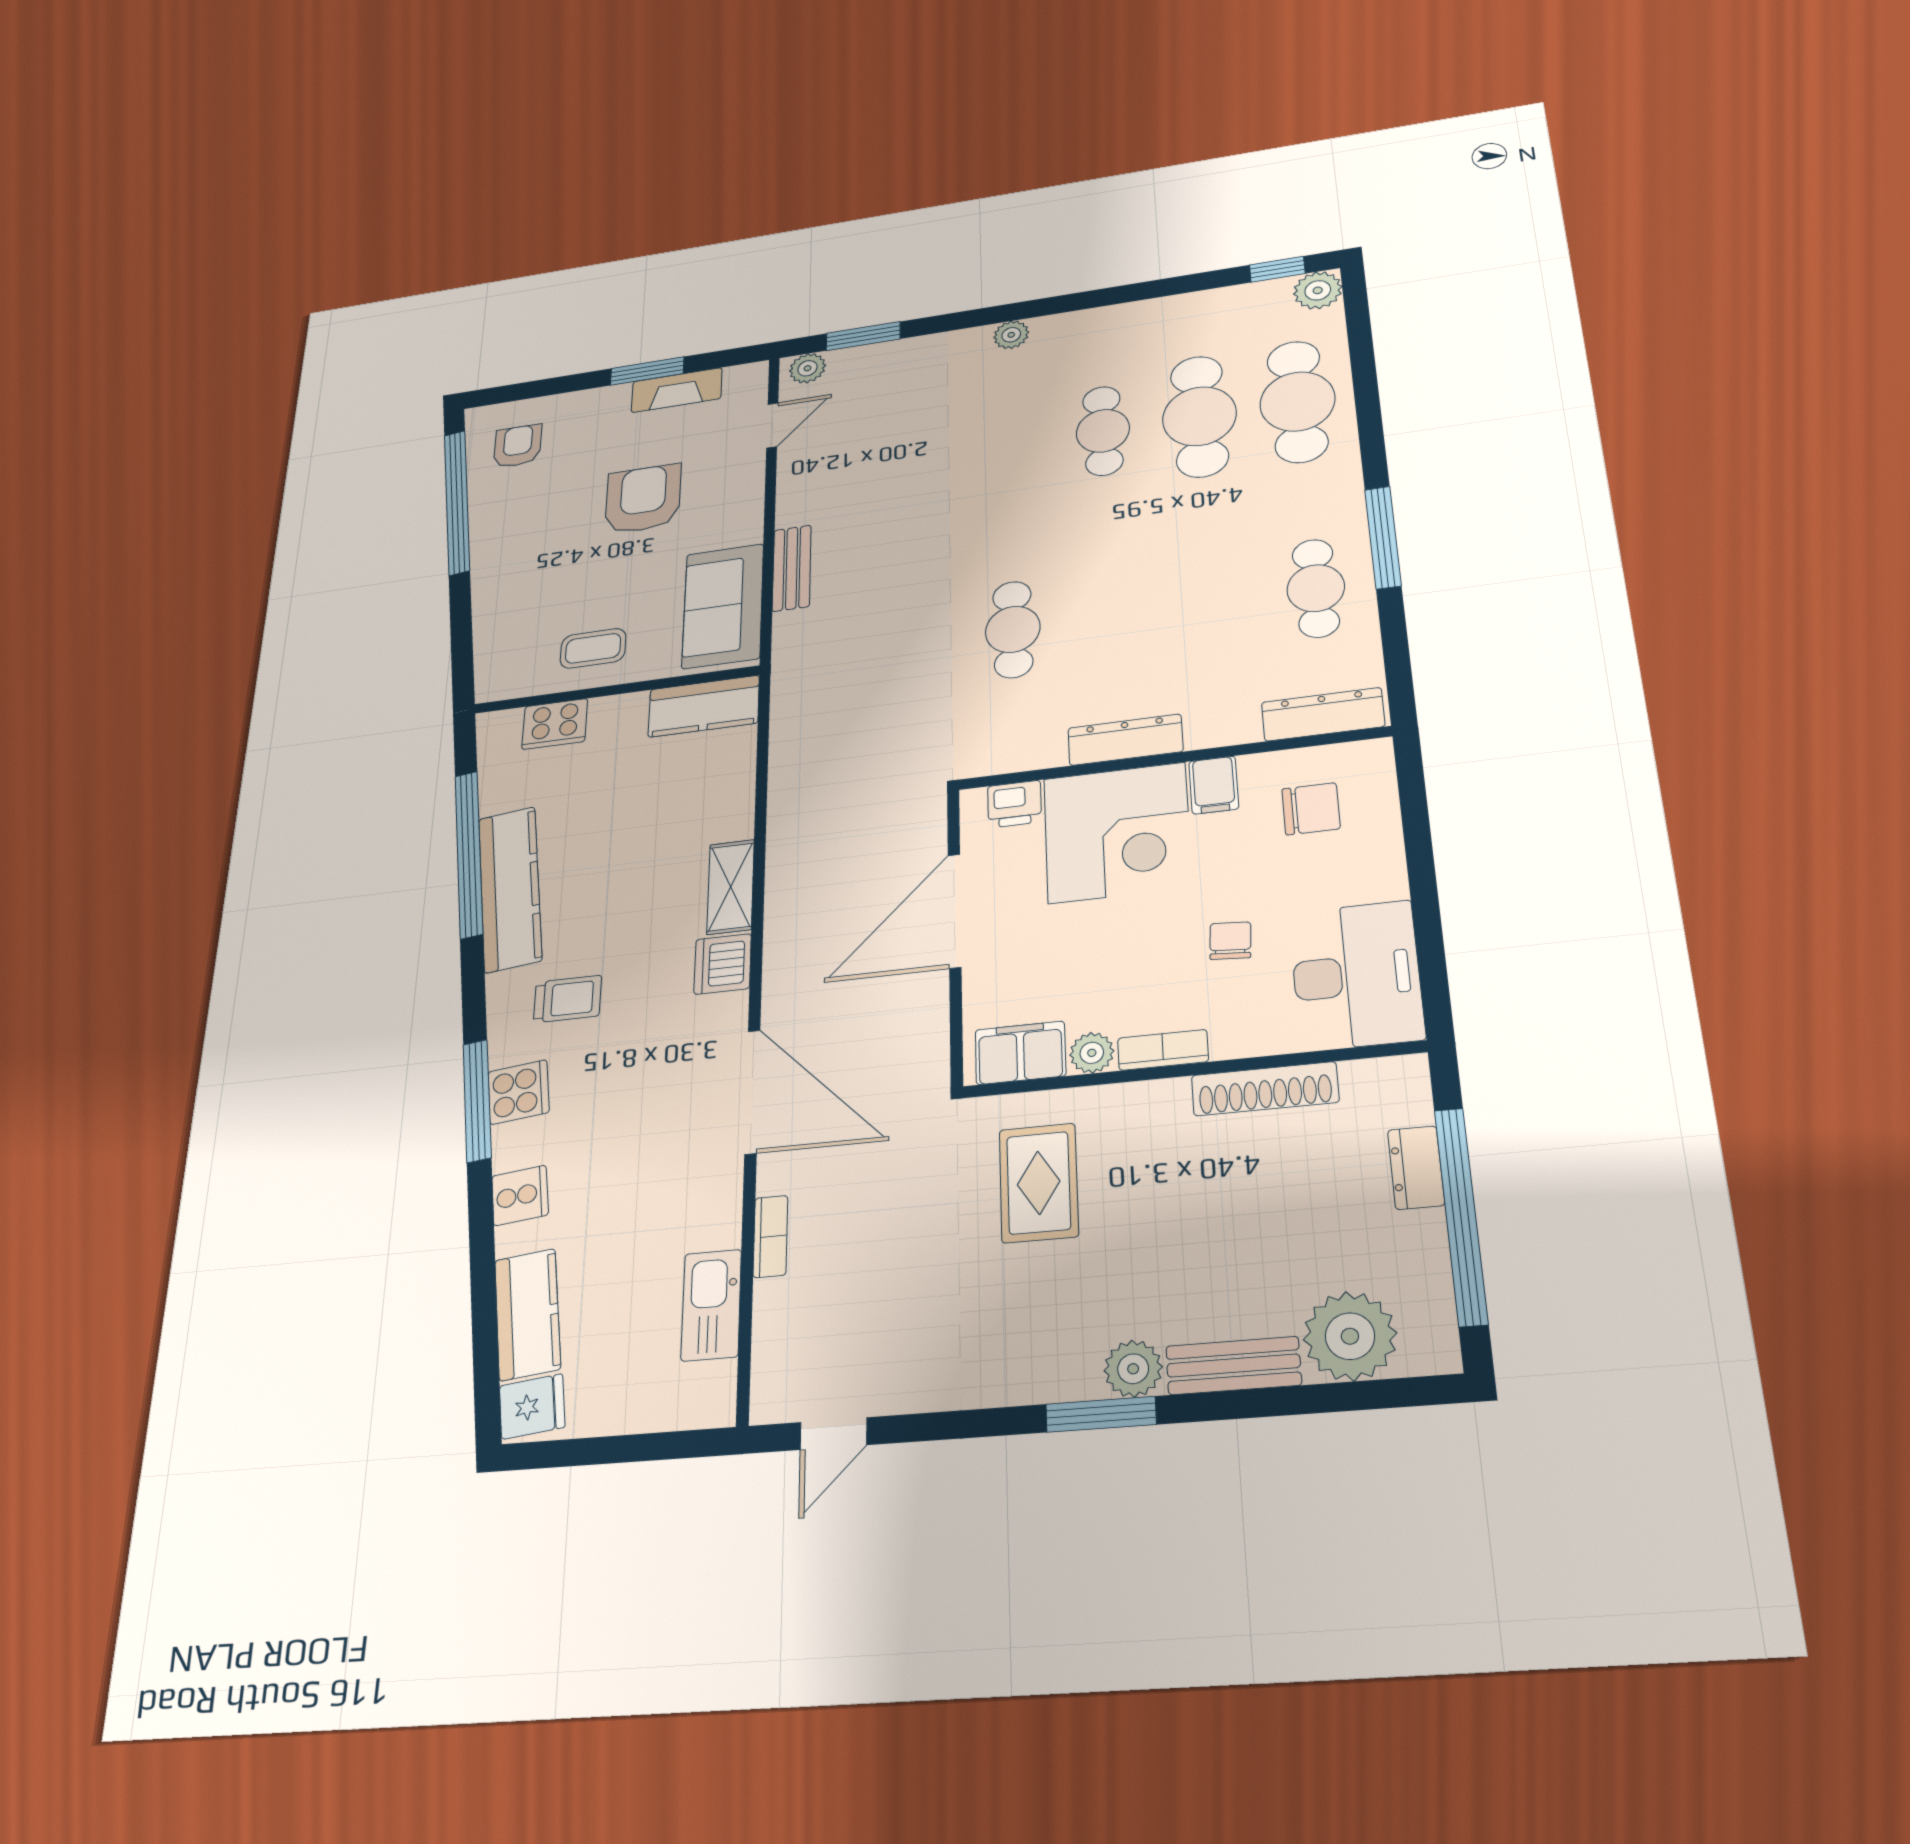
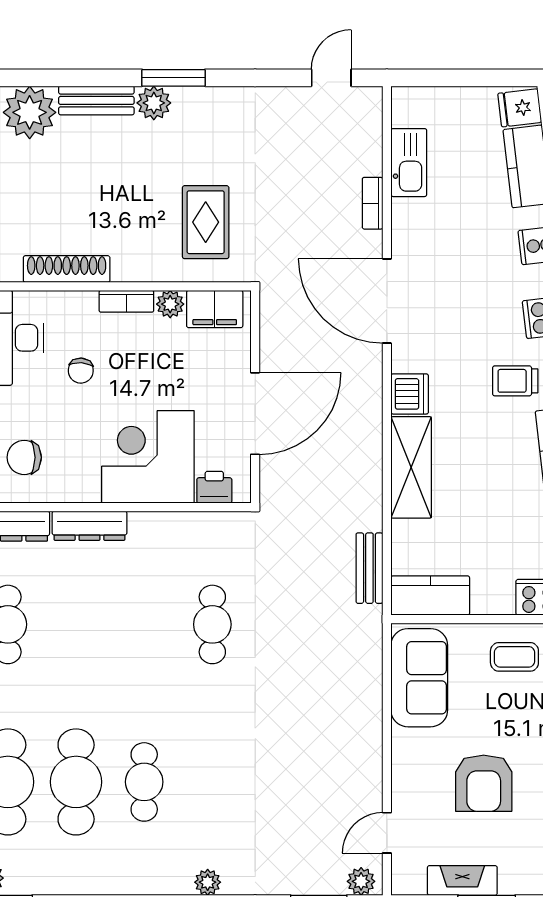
bench: (792, 568) -> (369, 568), moved
dresser: (1125, 740) -> (89, 526), moved
filing cabinet: (1214, 785) -> (84, 483), removed
shelving: (731, 887) -> (411, 467), width x1.50, depth x1.33

